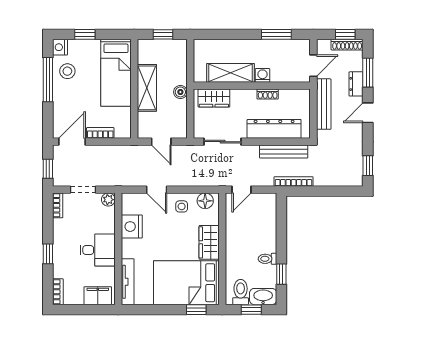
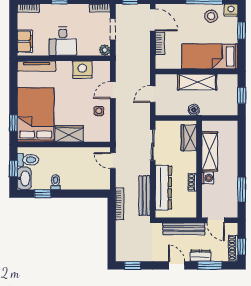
floor lamp: (205, 201) -> (104, 130), removed

